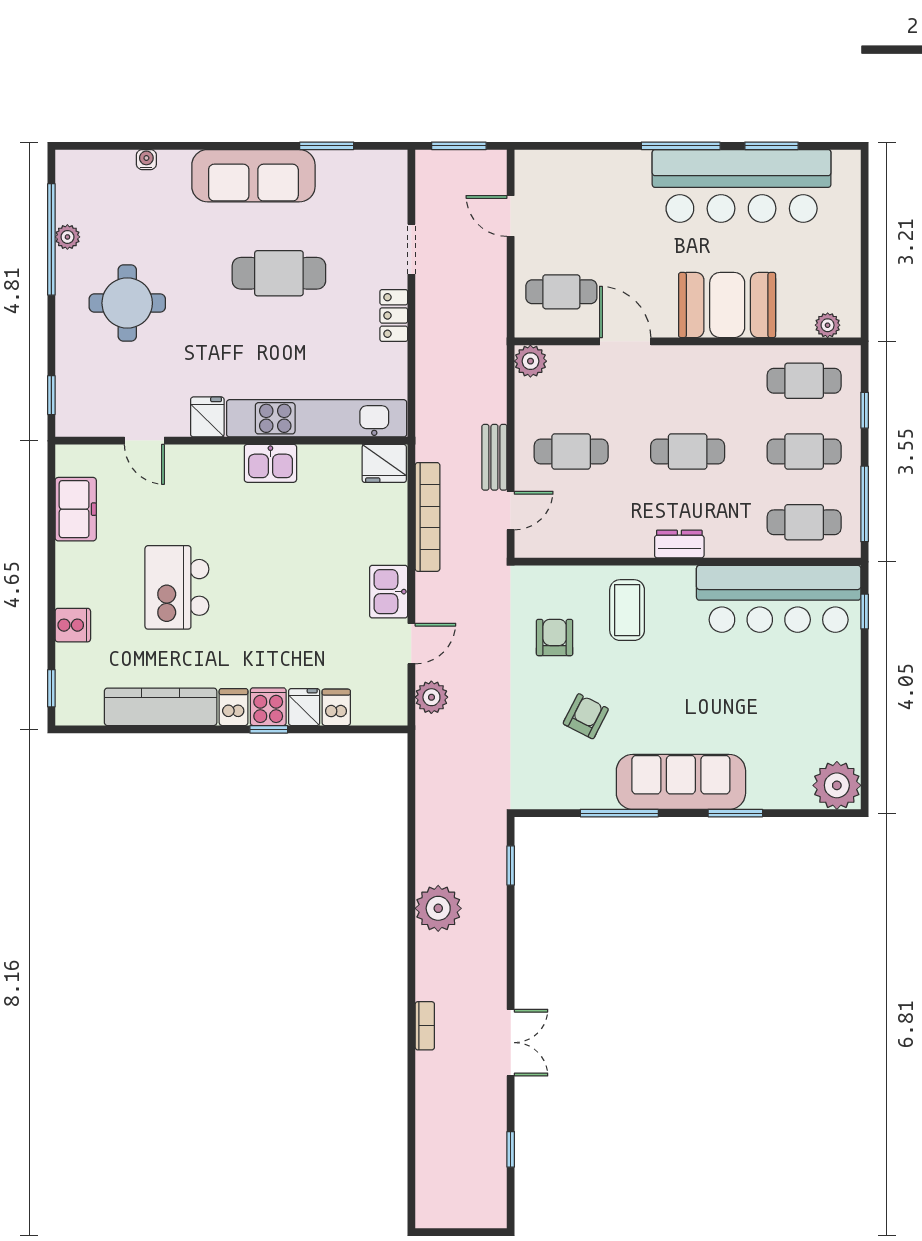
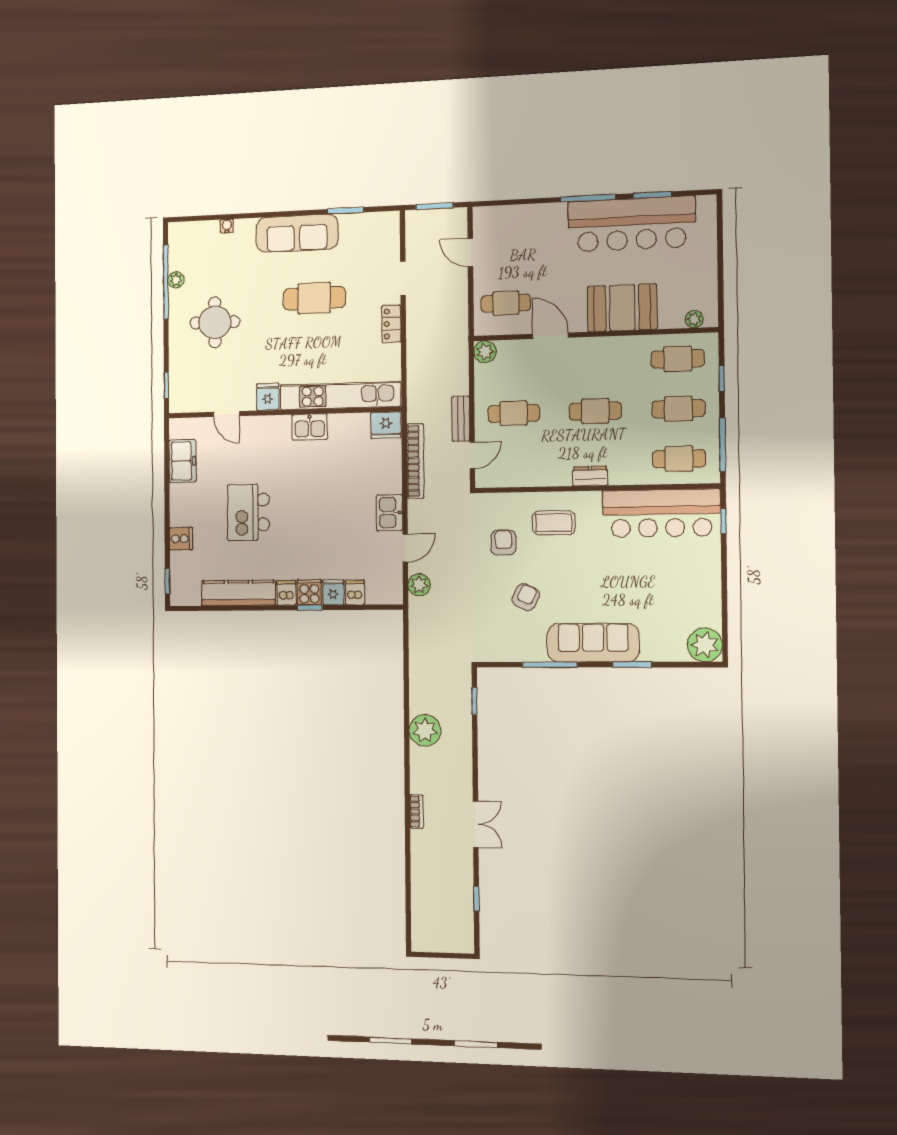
coffee table: (627, 610) -> (554, 523), turned 90

